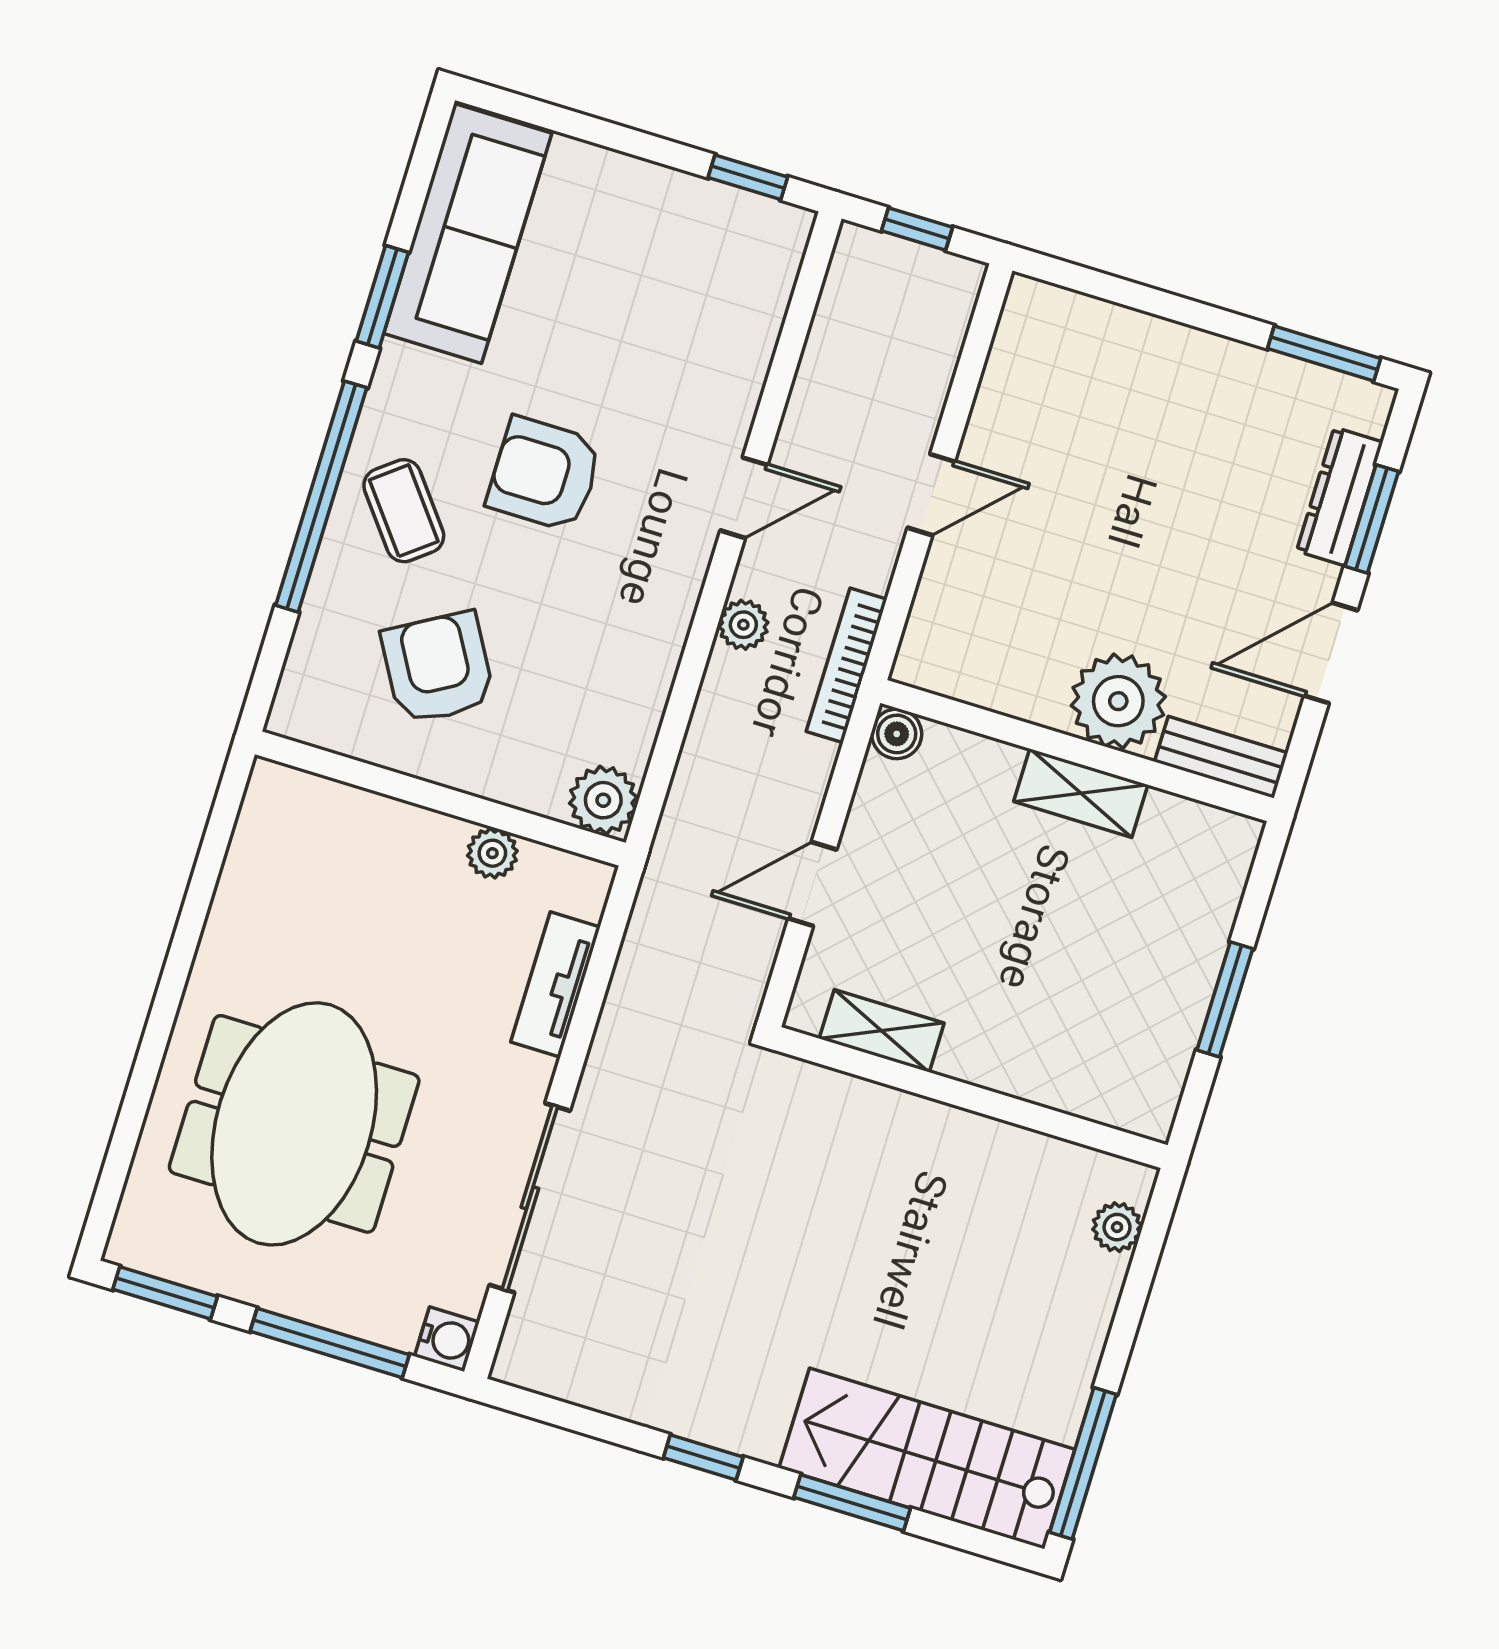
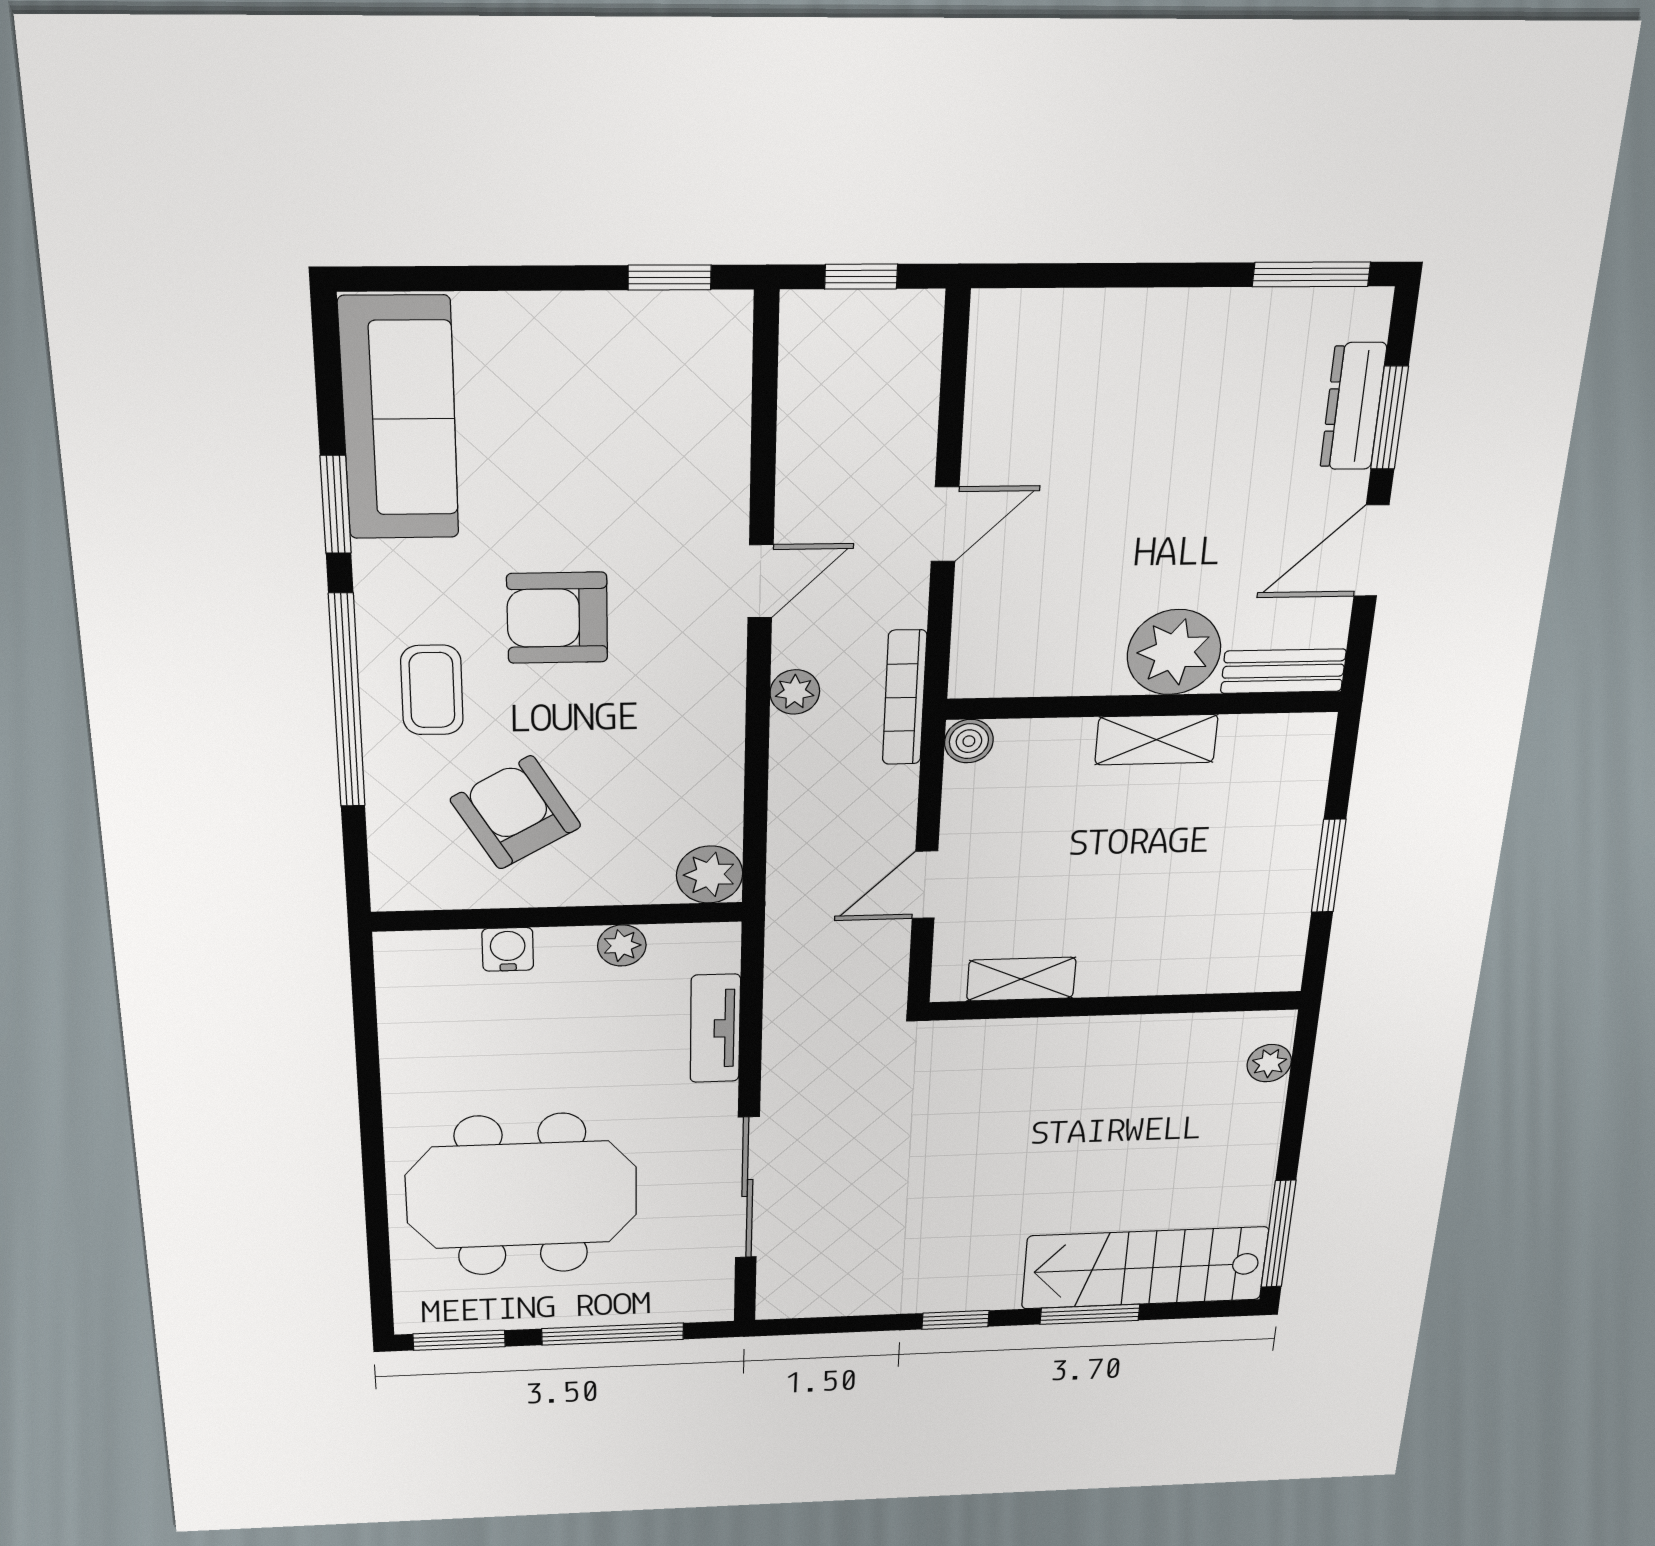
coffee table: (404, 511) -> (432, 690), turned 38
meeting table: (294, 1124) -> (522, 1195), turned 90
water cooler: (447, 1339) -> (508, 949), moved, turned -90

